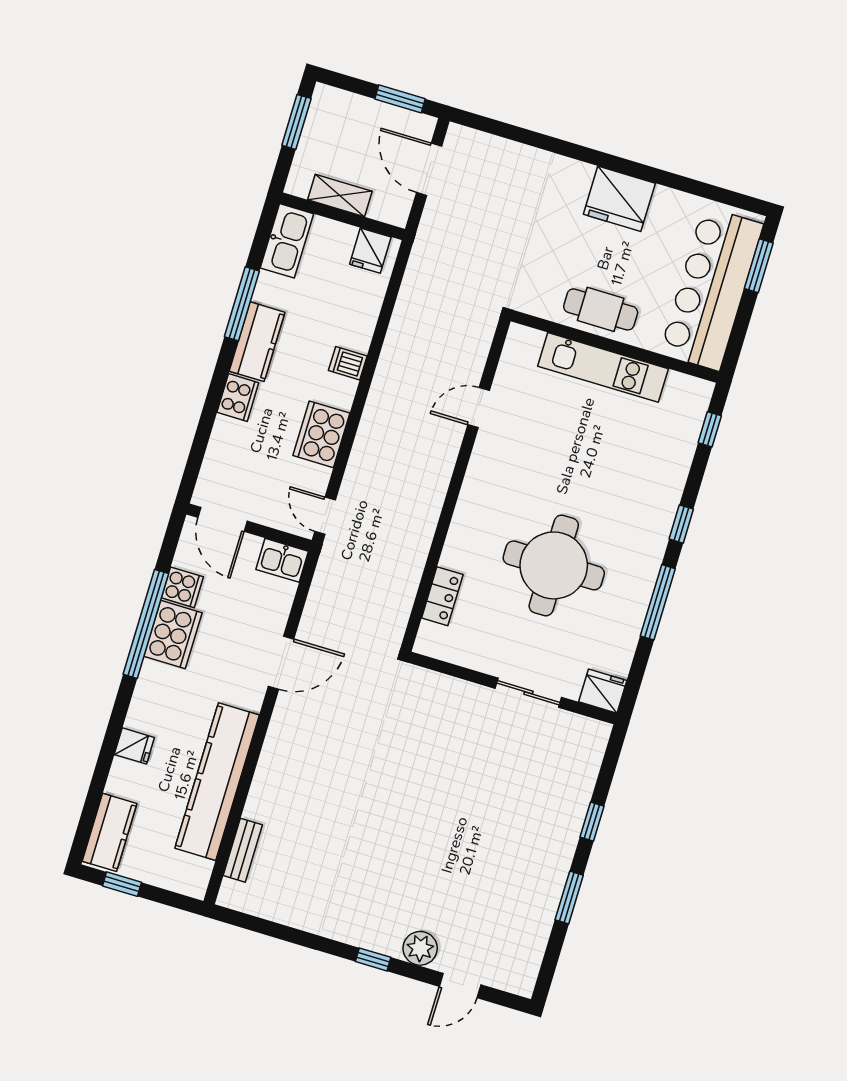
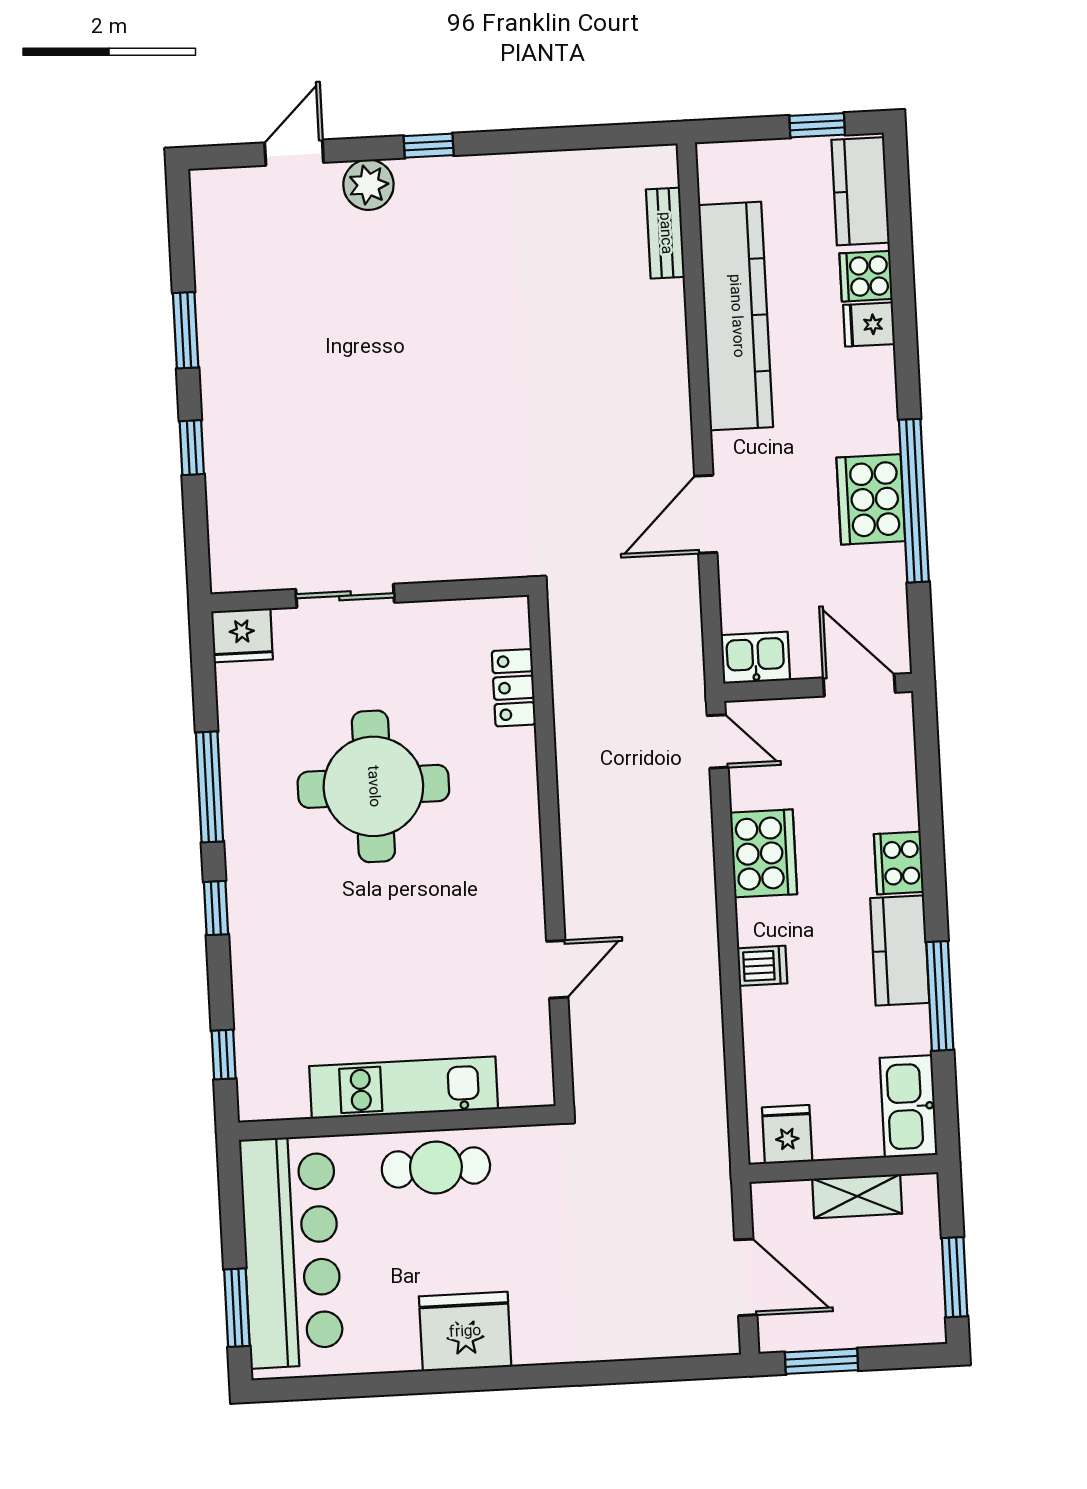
cooker: (182, 587) -> (866, 276), moved

